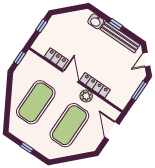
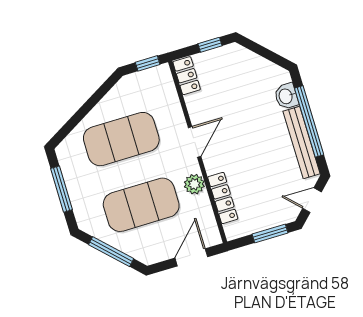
window: (116, 24) -> (309, 121), width x3.17
locker: (56, 58) -> (187, 76), moved
locker: (95, 85) -> (223, 198), moved
window: (27, 148) -> (61, 189), width x2.17
window: (73, 158) -> (111, 252), added

